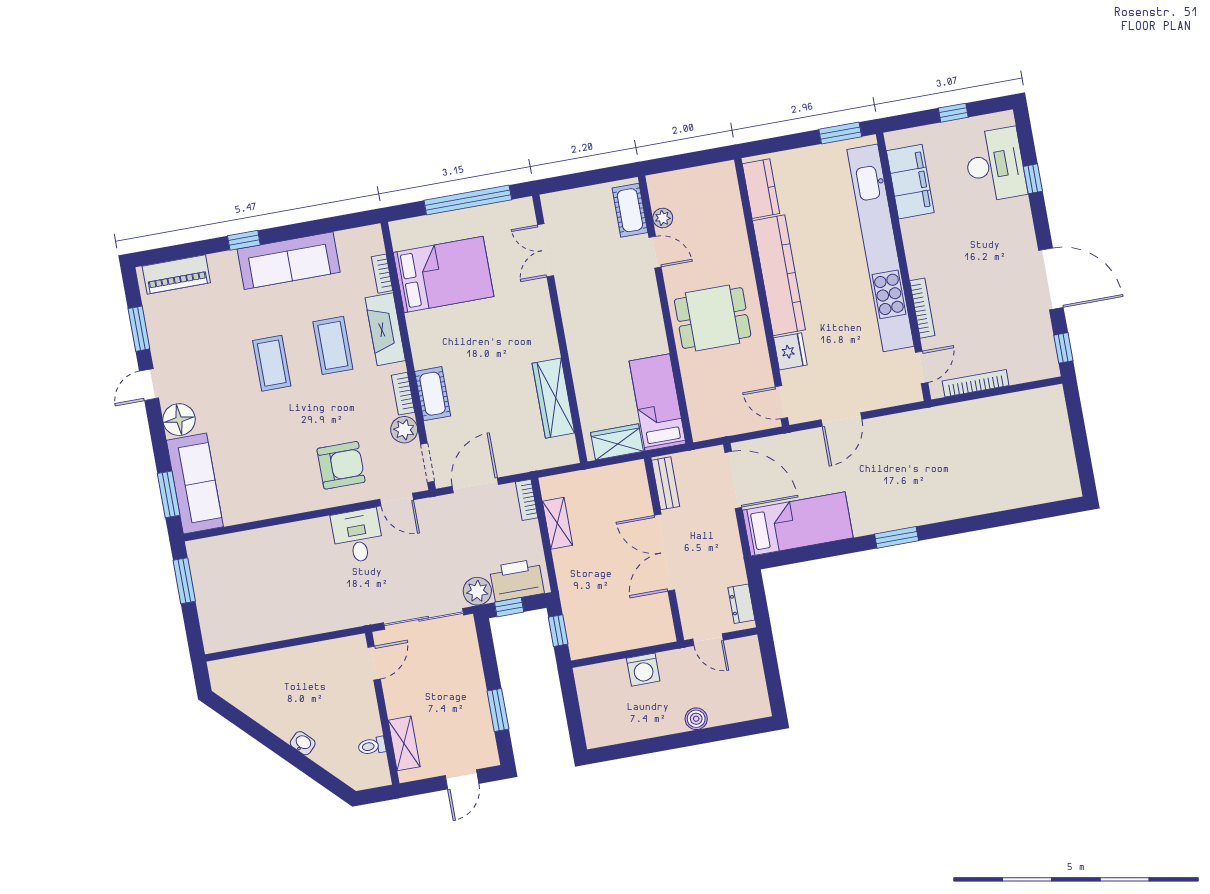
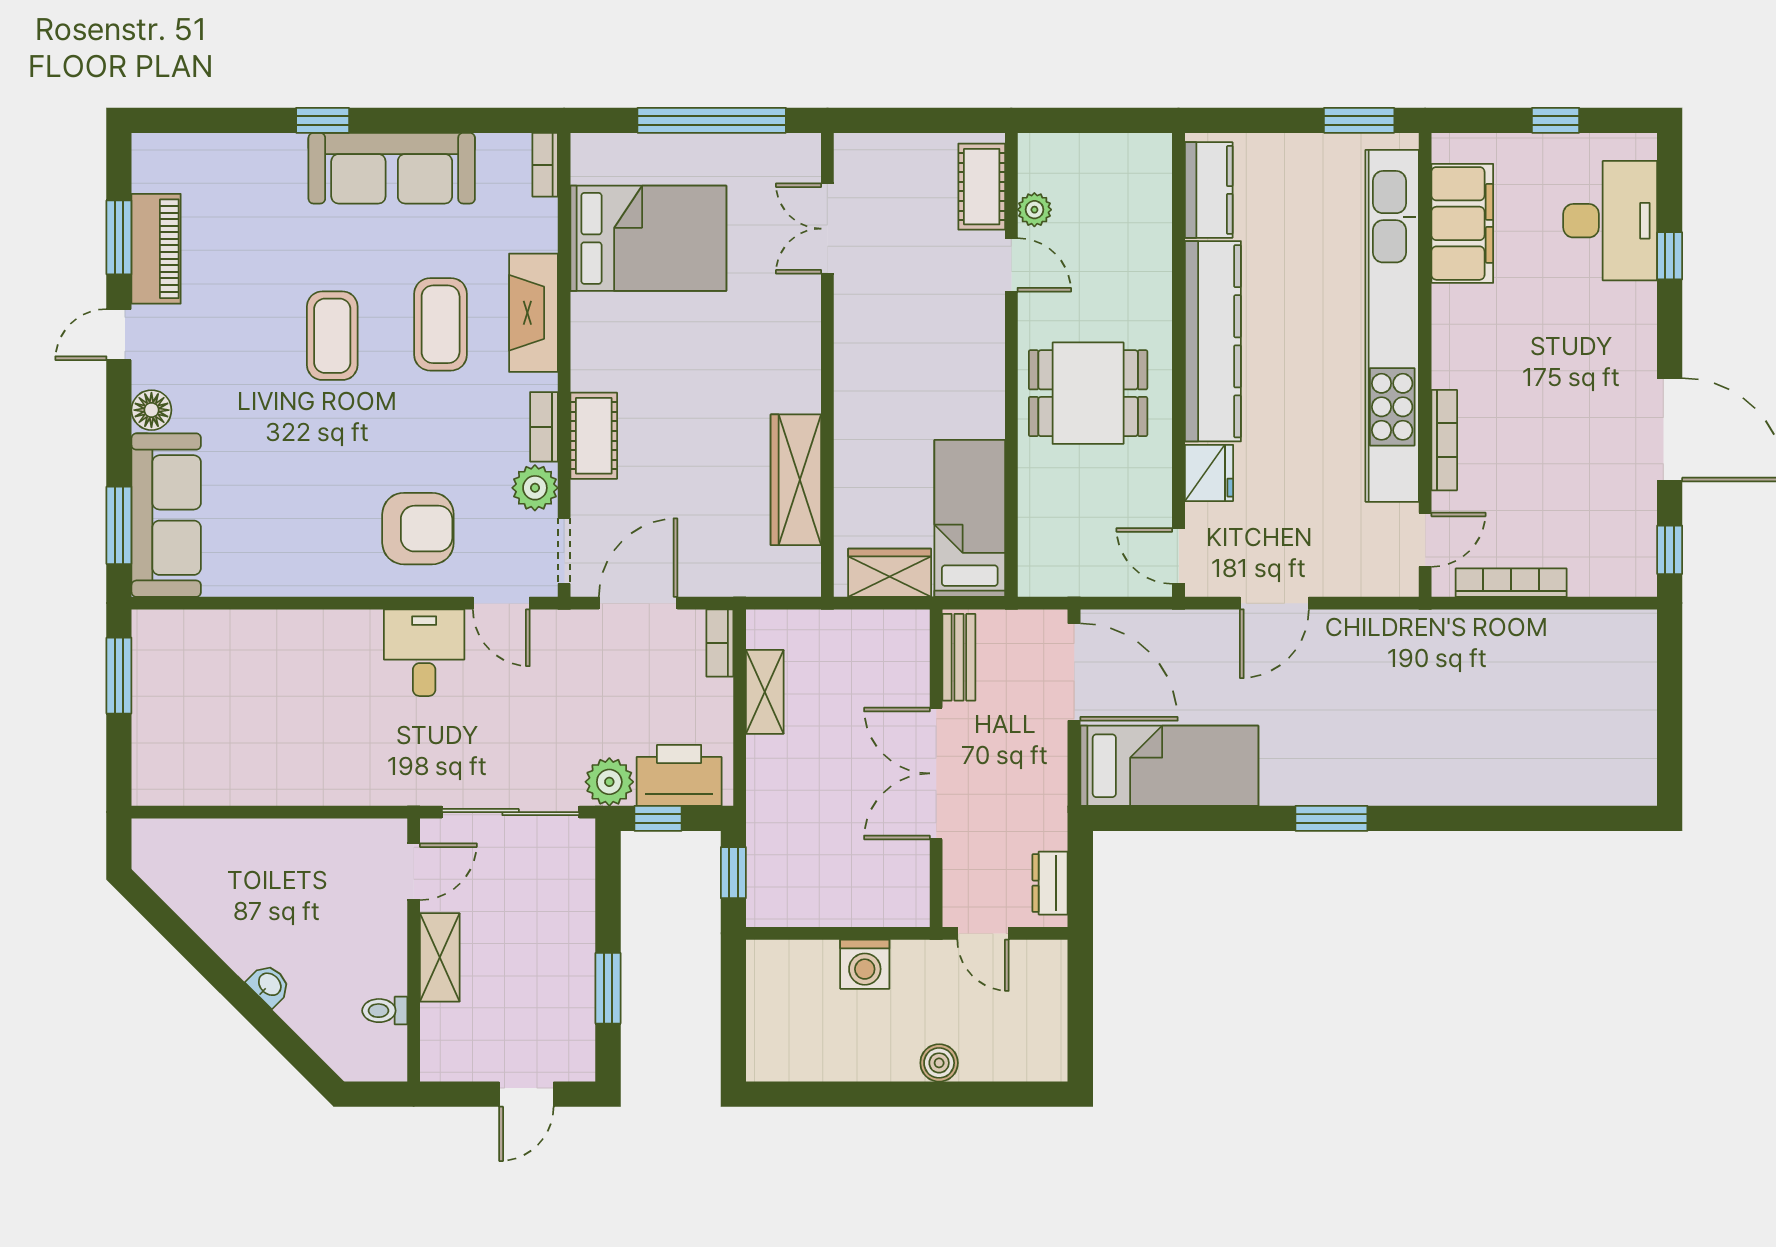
piano: (176, 274) -> (156, 249), moved, turned -90
bookcase: (382, 274) -> (545, 165), moved
floor lamp: (179, 420) -> (151, 410), width x0.73, depth x0.73
shelving: (404, 743) -> (440, 957), moved

